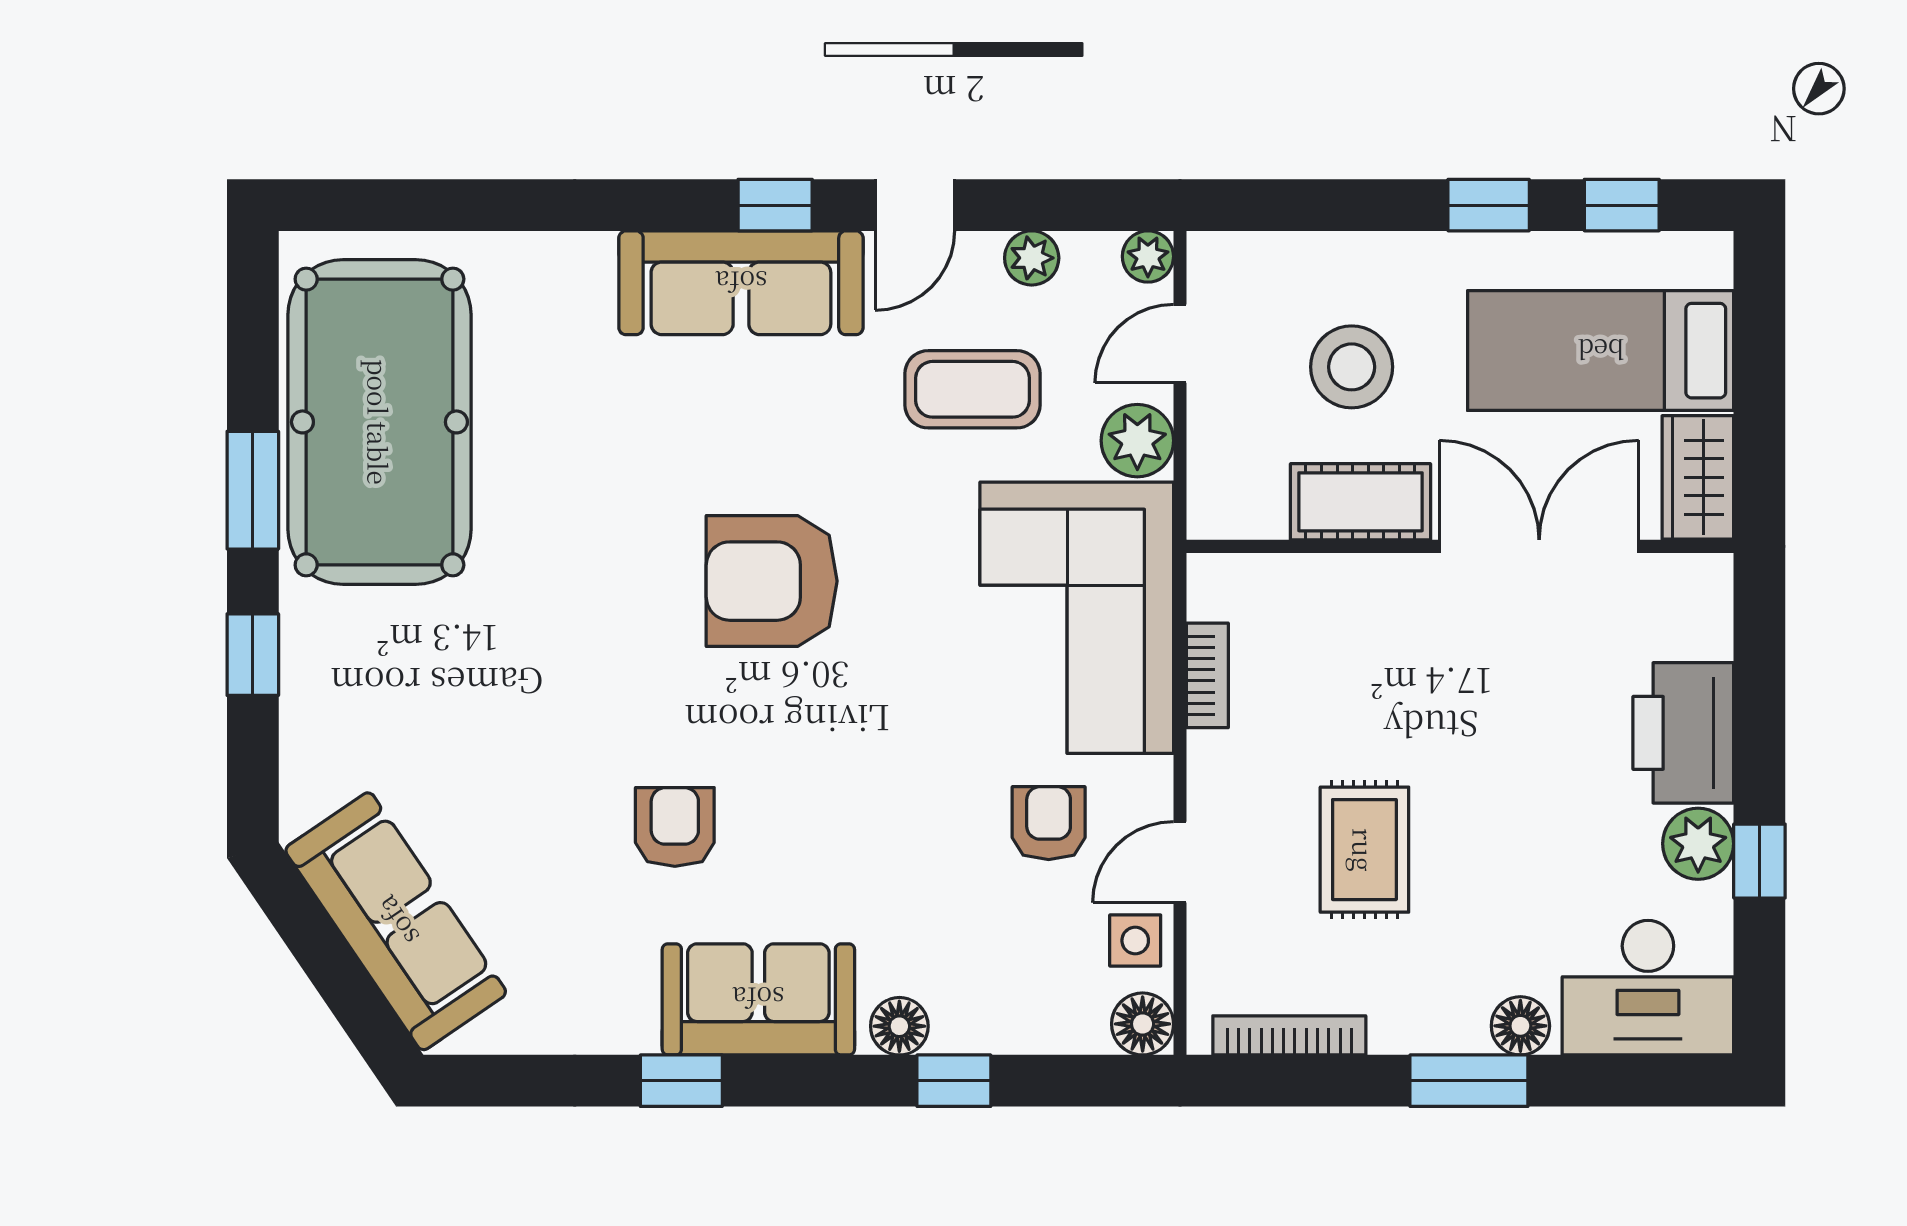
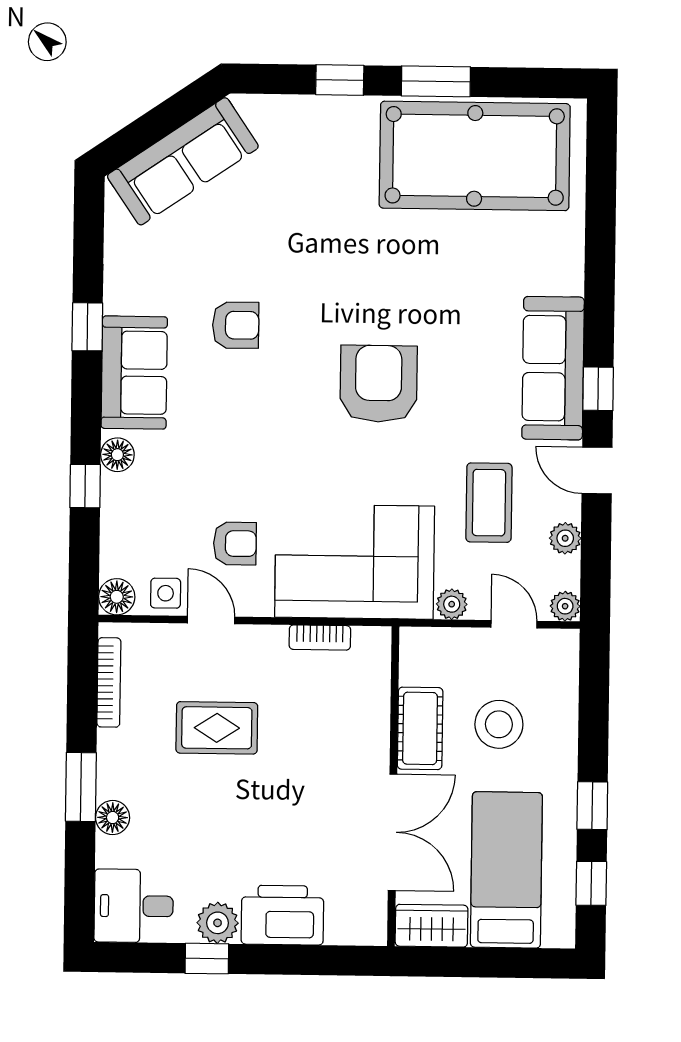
plant: (1137, 441) -> (452, 604), width x0.73, depth x0.73
desk: (1648, 988) -> (134, 906), width x0.73

